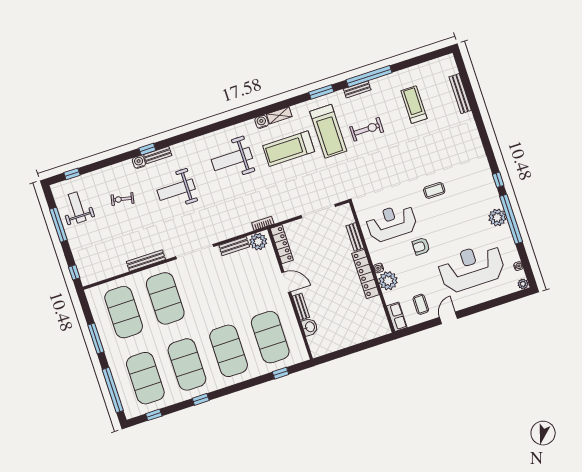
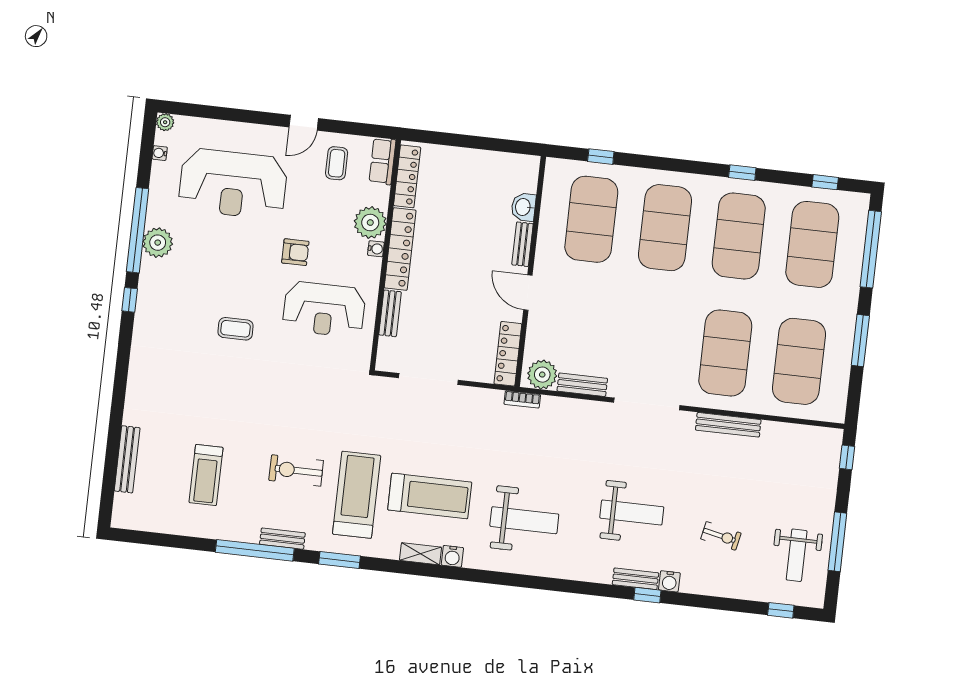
locker: (380, 315) -> (407, 176), added

